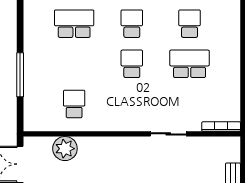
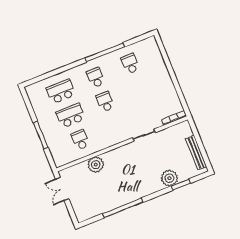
school desk: (190, 64) -> (70, 116), moved
plant: (65, 149) -> (96, 165), moved

